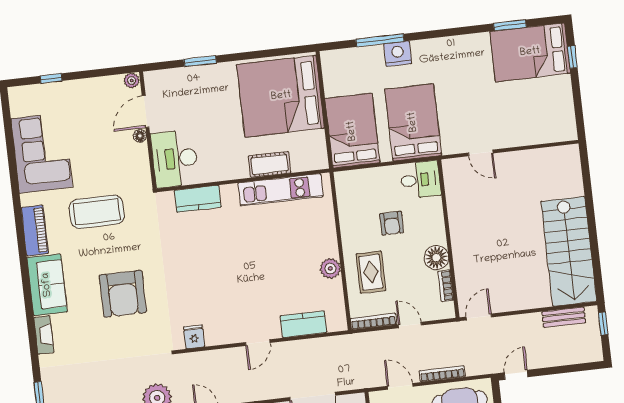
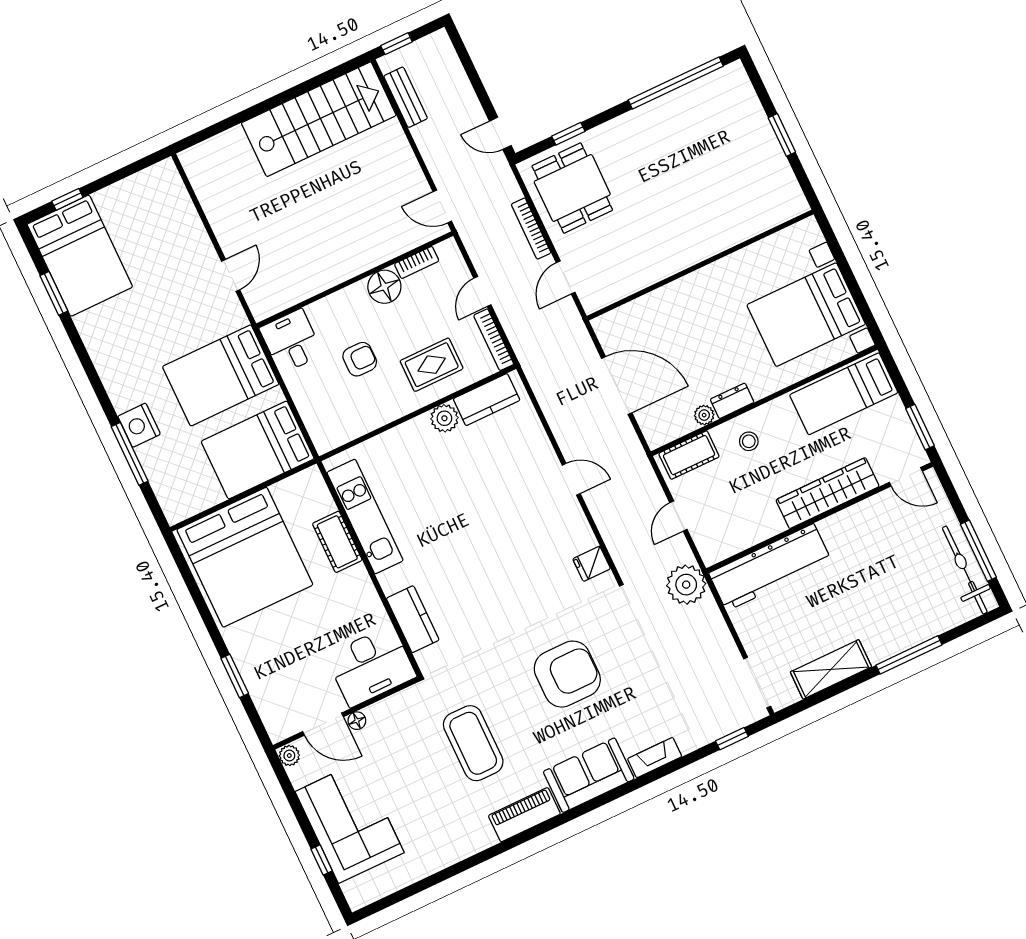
corner sofa: (42, 153) -> (350, 822), moved, turned 90
kitchen counter: (303, 324) -> (487, 400), moved, turned -90

